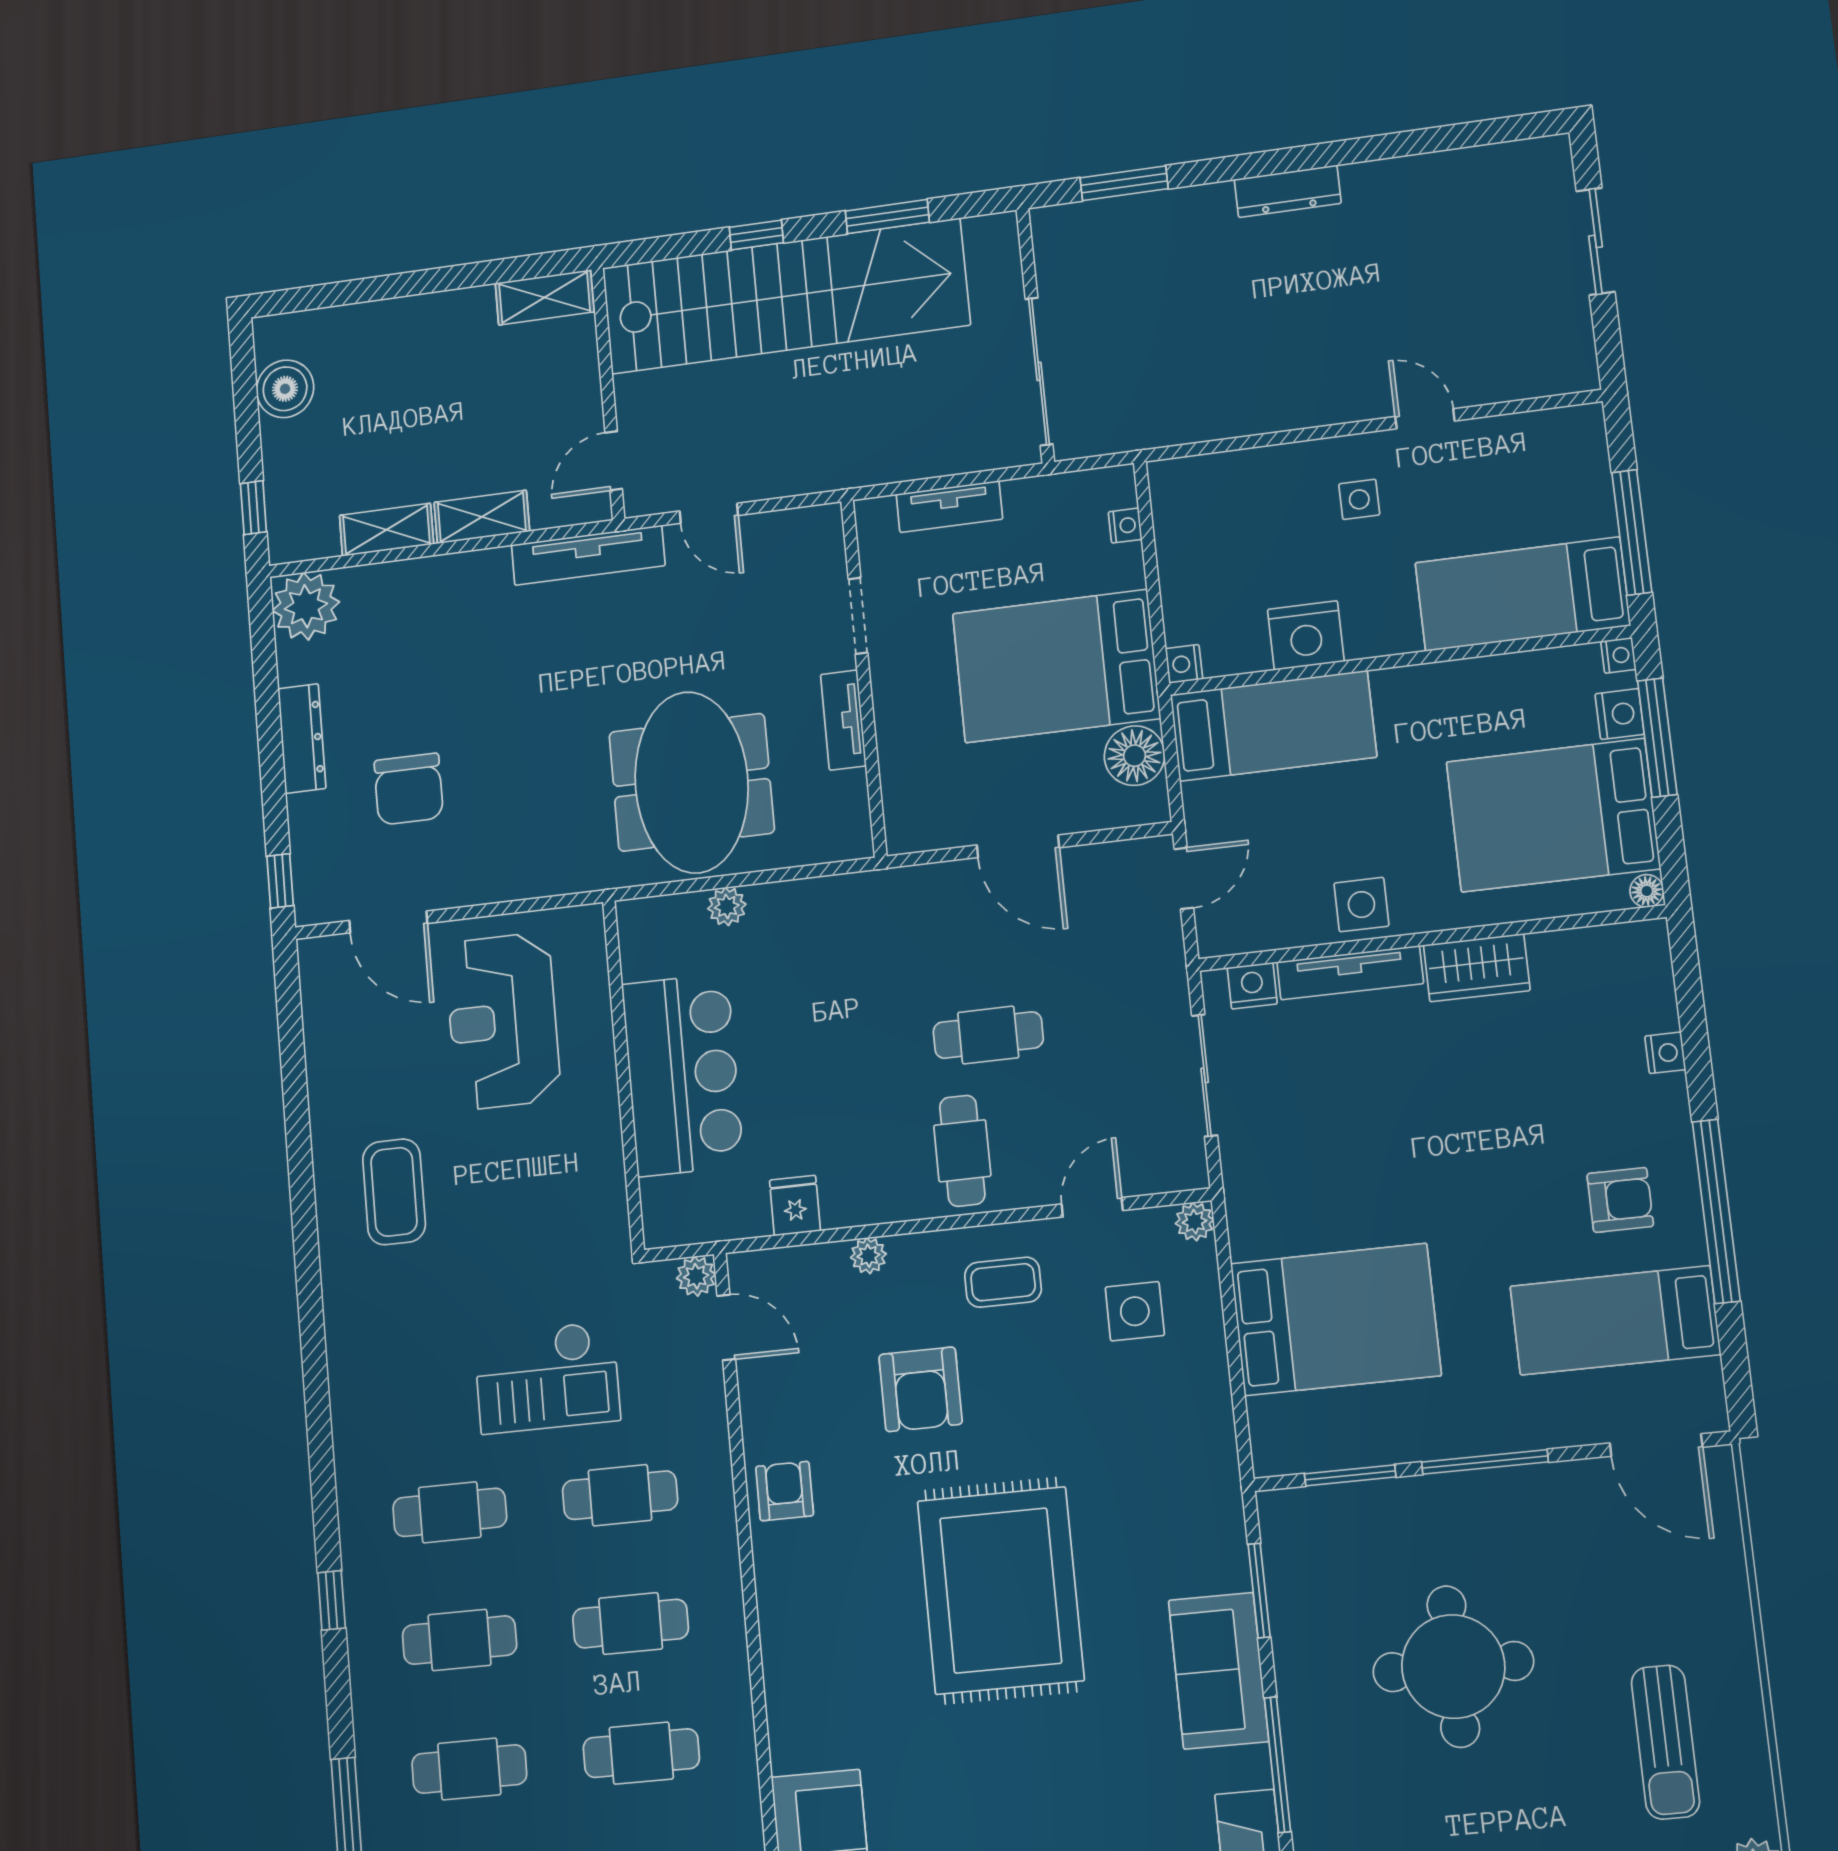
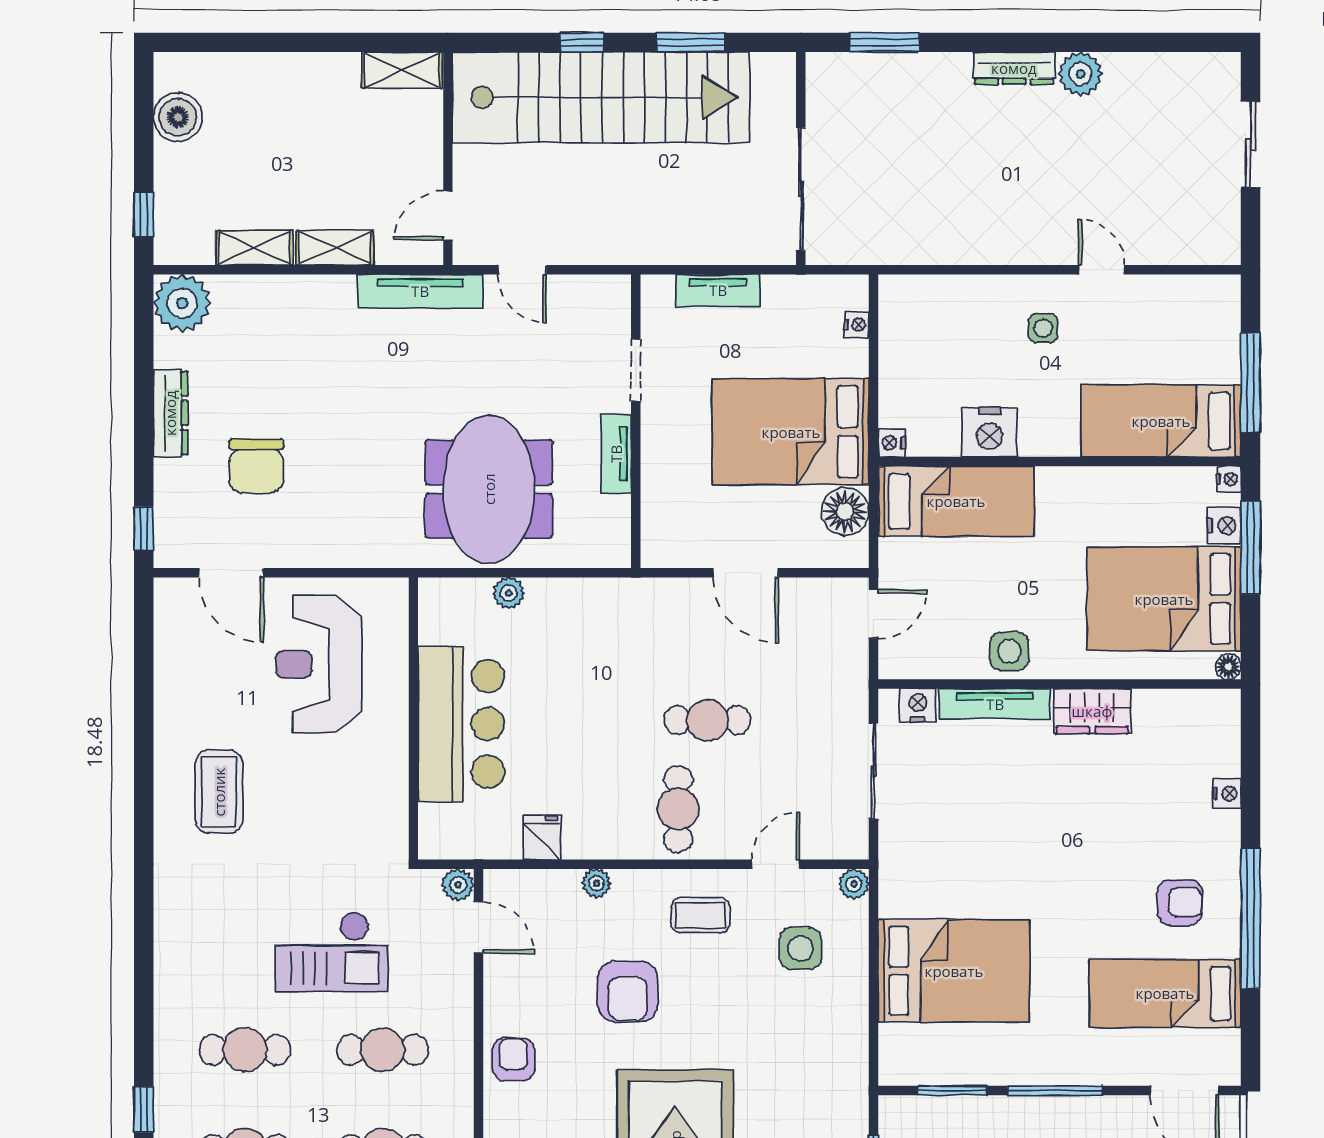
plant: (1371, 186) -> (1080, 74), added

